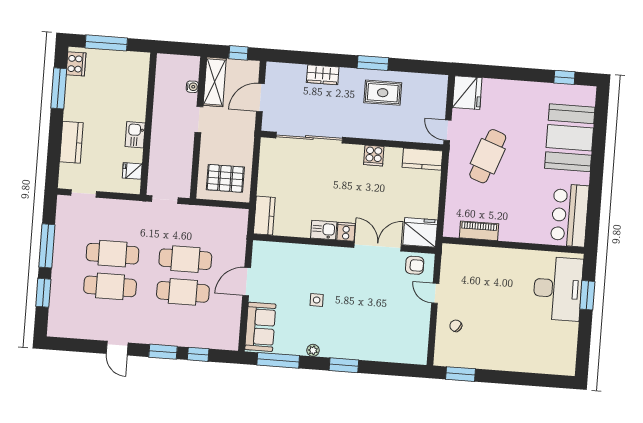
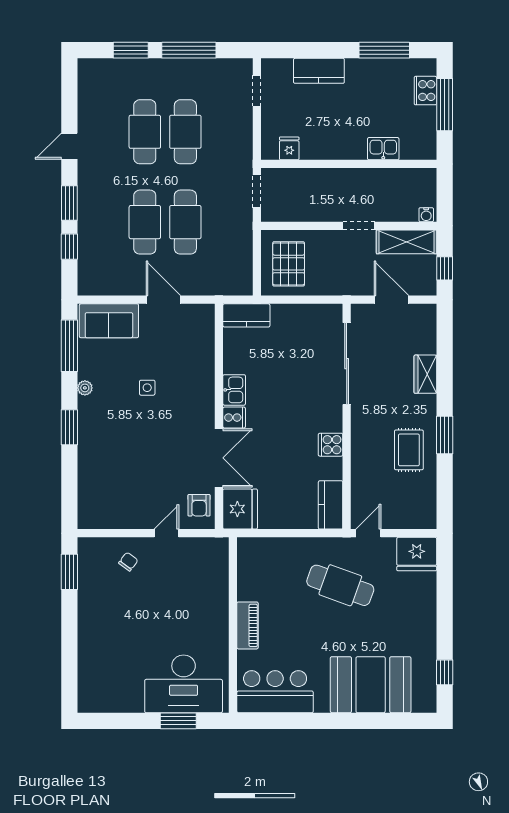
cooker: (76, 64) -> (425, 91), moved, turned 90
water cooler: (192, 87) -> (426, 215), moved
kitchen sink: (135, 135) -> (383, 149), moved
piano: (479, 231) -> (248, 625), moved

